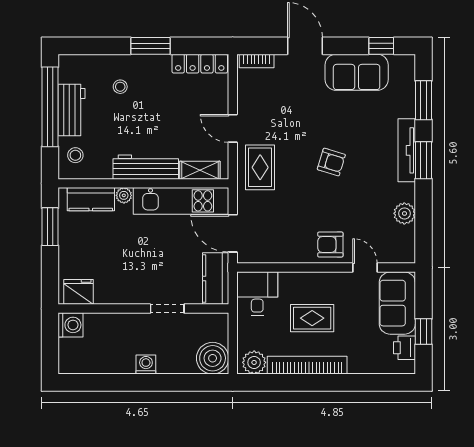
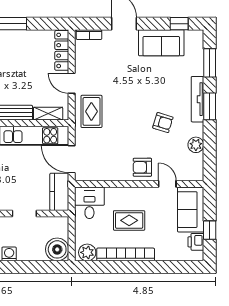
locker: (200, 64) -> (62, 50), moved, turned 90
armchair: (331, 162) -> (163, 123), moved

